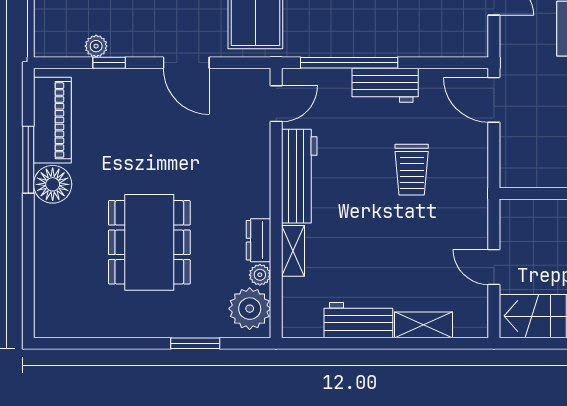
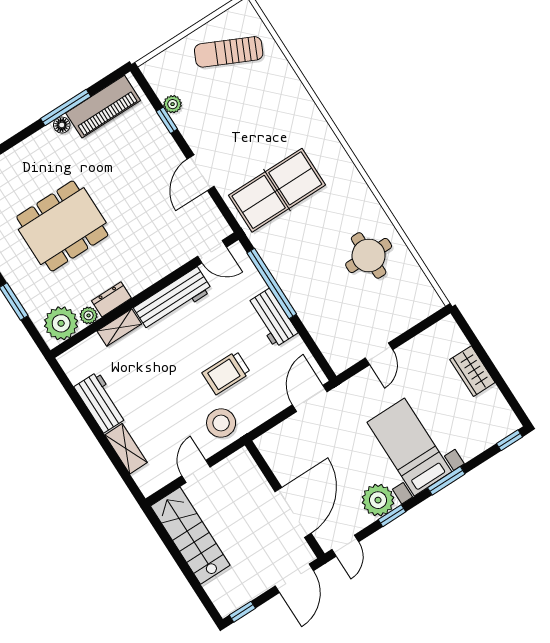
floor lamp: (53, 184) -> (62, 125), width x0.53, depth x0.53
stool: (460, 209) -> (221, 423), added

